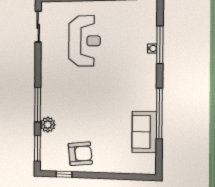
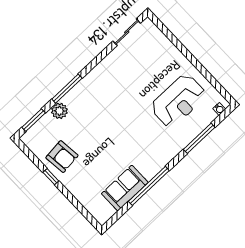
reception desk: (85, 41) -> (178, 101), moved
water cooler: (152, 48) -> (219, 109), moved
window: (64, 174) -> (51, 177), moved

